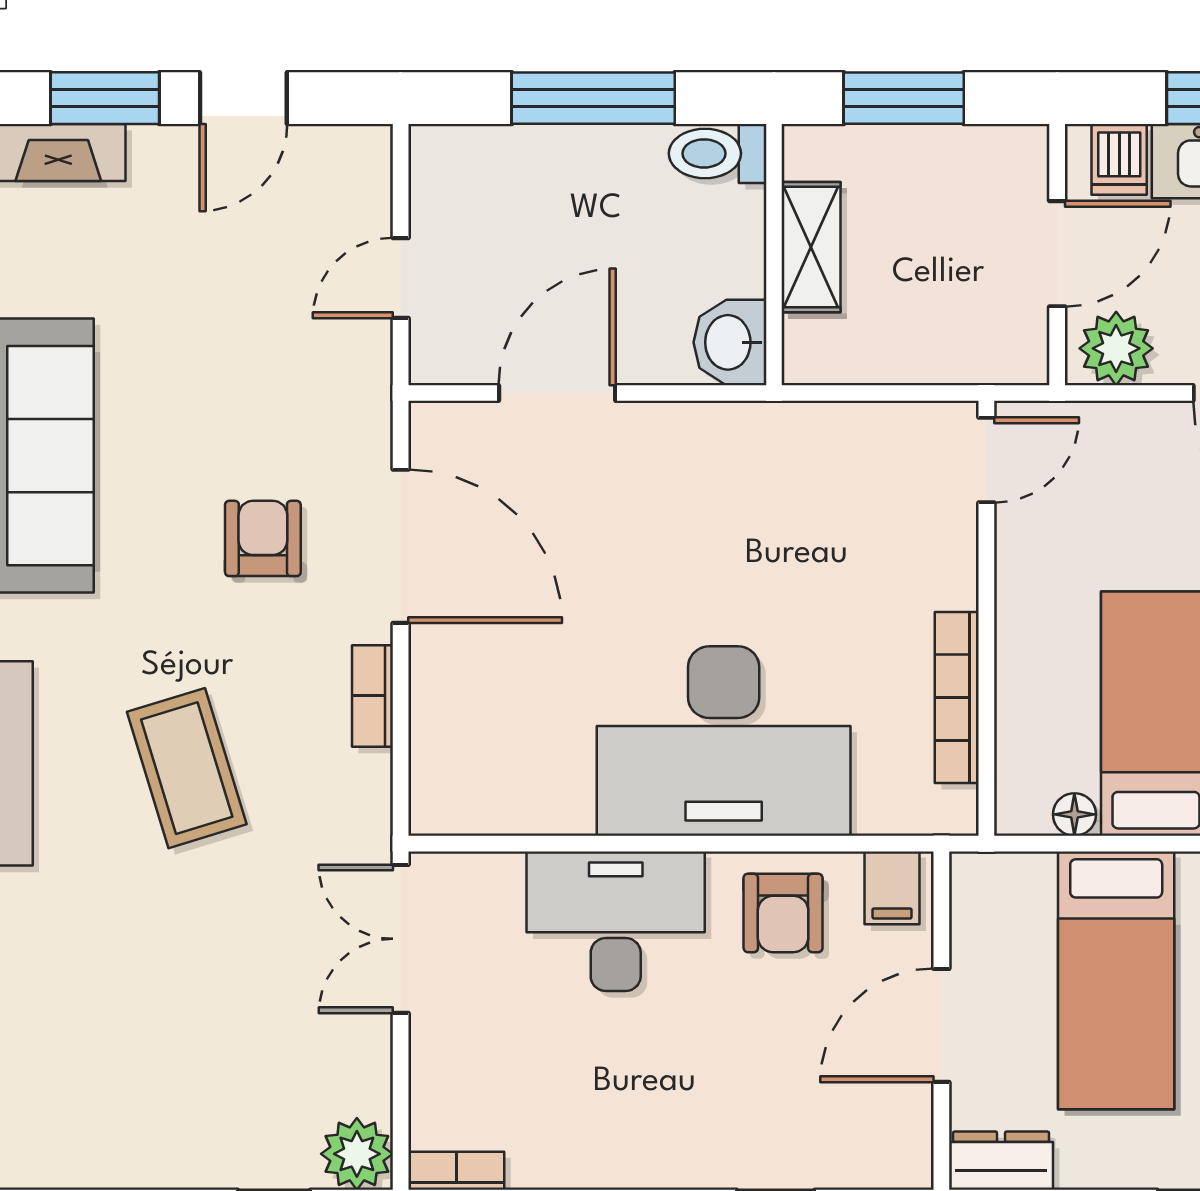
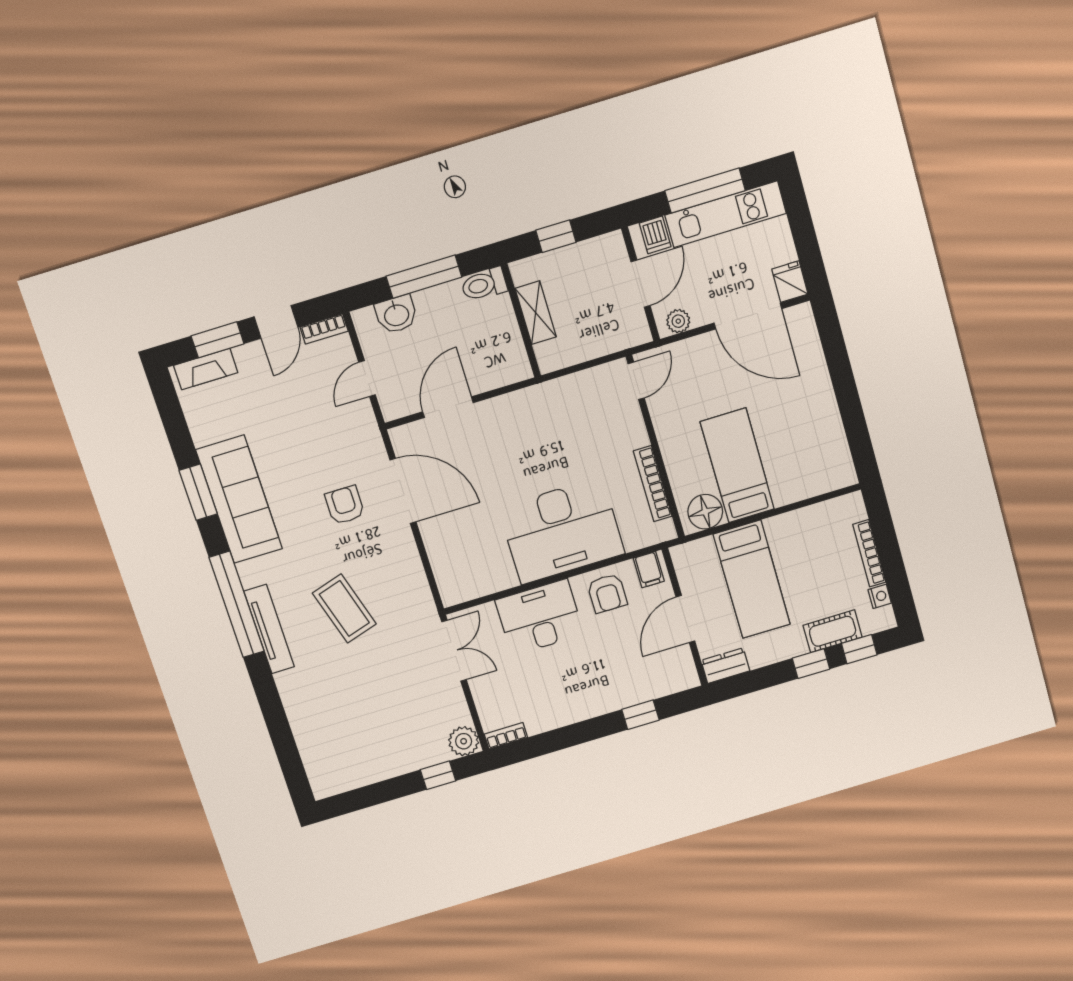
window: (904, 98) -> (556, 236), width x0.67
washbasin: (730, 342) -> (396, 314), moved, turned -90
plant: (1116, 348) -> (678, 321), width x0.73, depth x0.73
bookcase: (373, 696) -> (324, 329), moved, turned -90
floor lamp: (1074, 814) -> (705, 512), width x1.89, depth x1.89
double door: (401, 939) -> (454, 651), swing flipped

